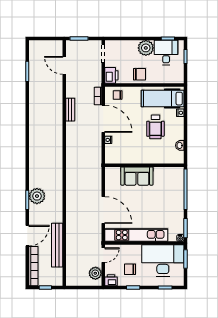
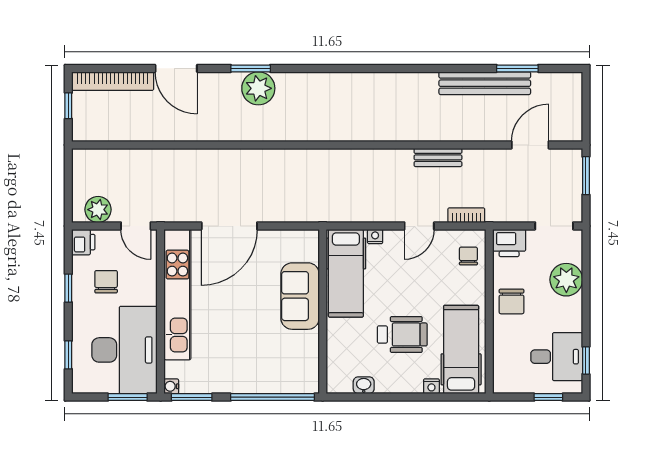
plant: (146, 48) -> (566, 280), moved
door: (103, 119) -> (419, 226), width x0.53
wheelchair: (155, 127) -> (402, 334), turned 180
hospital bed: (126, 154) -> (346, 273), added
bench: (57, 245) -> (485, 83), moved

